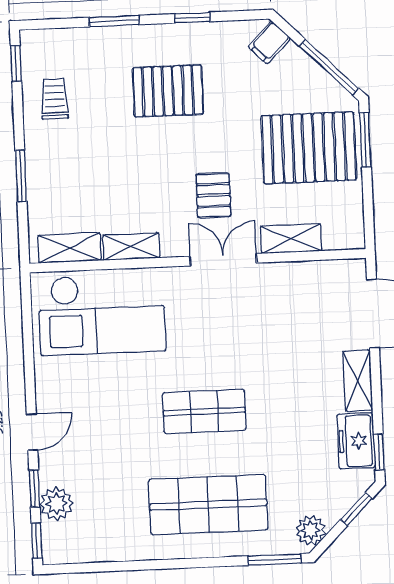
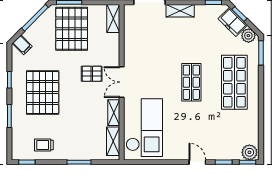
pallet: (168, 91) -> (43, 93), width x1.37, depth x1.41
shelving: (291, 239) -> (113, 18), moved
double door: (223, 260) -> (122, 82), moved
freezer: (356, 441) -> (233, 22), moved, turned 45
plant: (56, 504) -> (249, 152), moved

